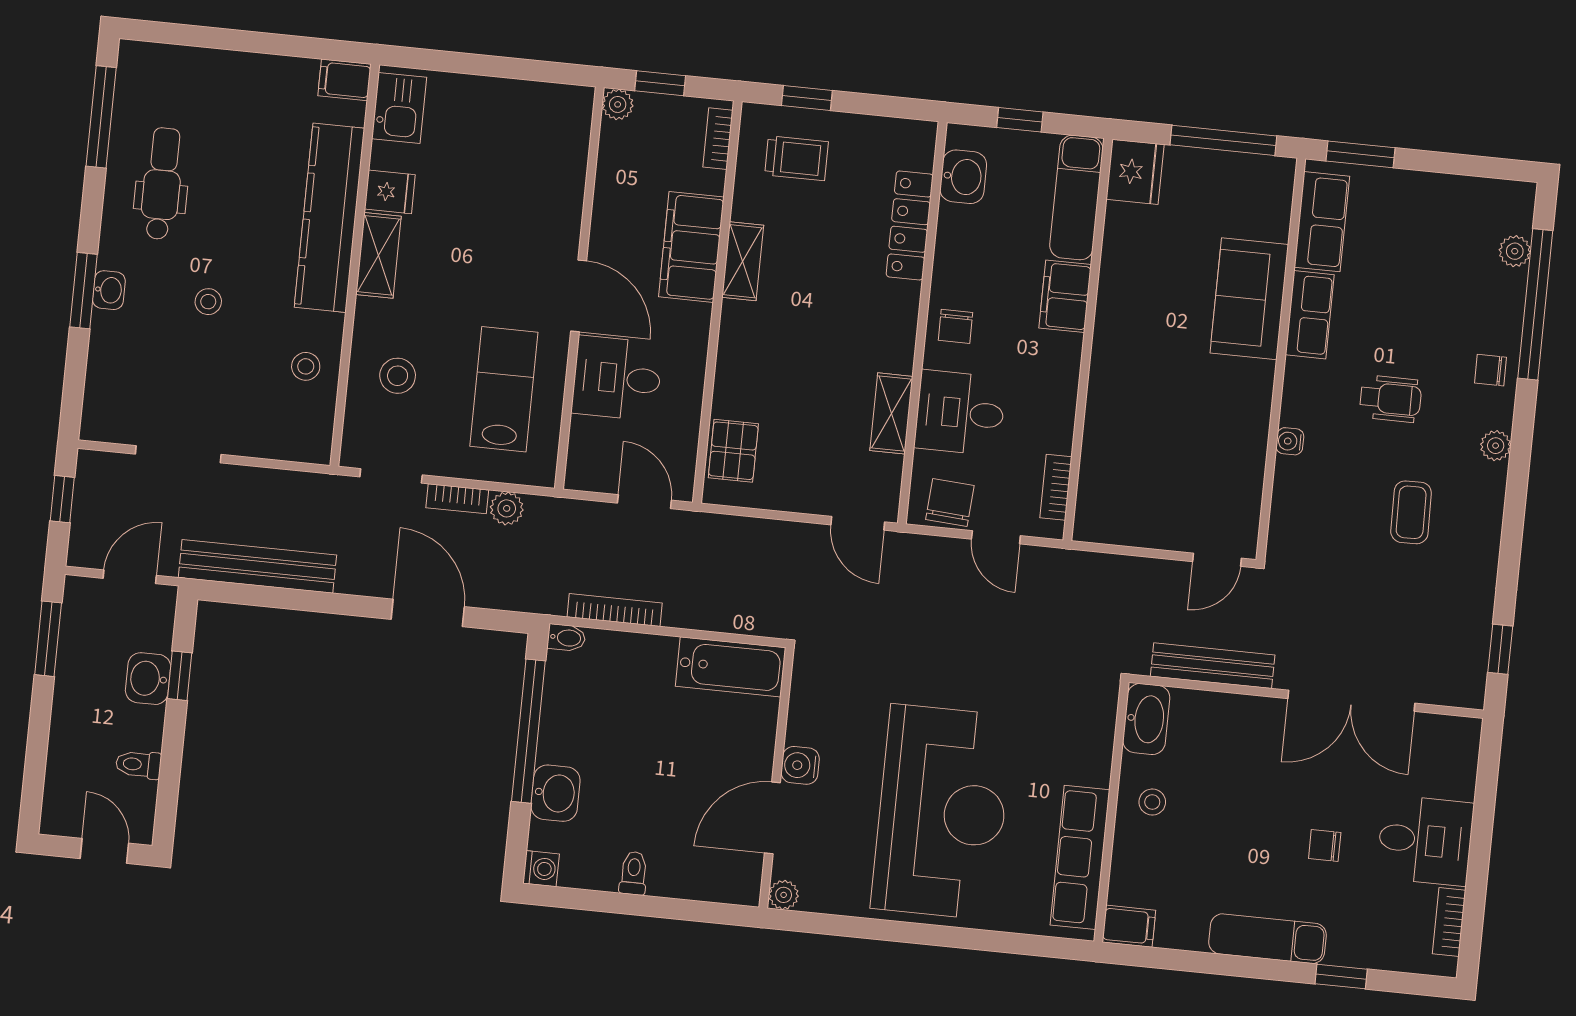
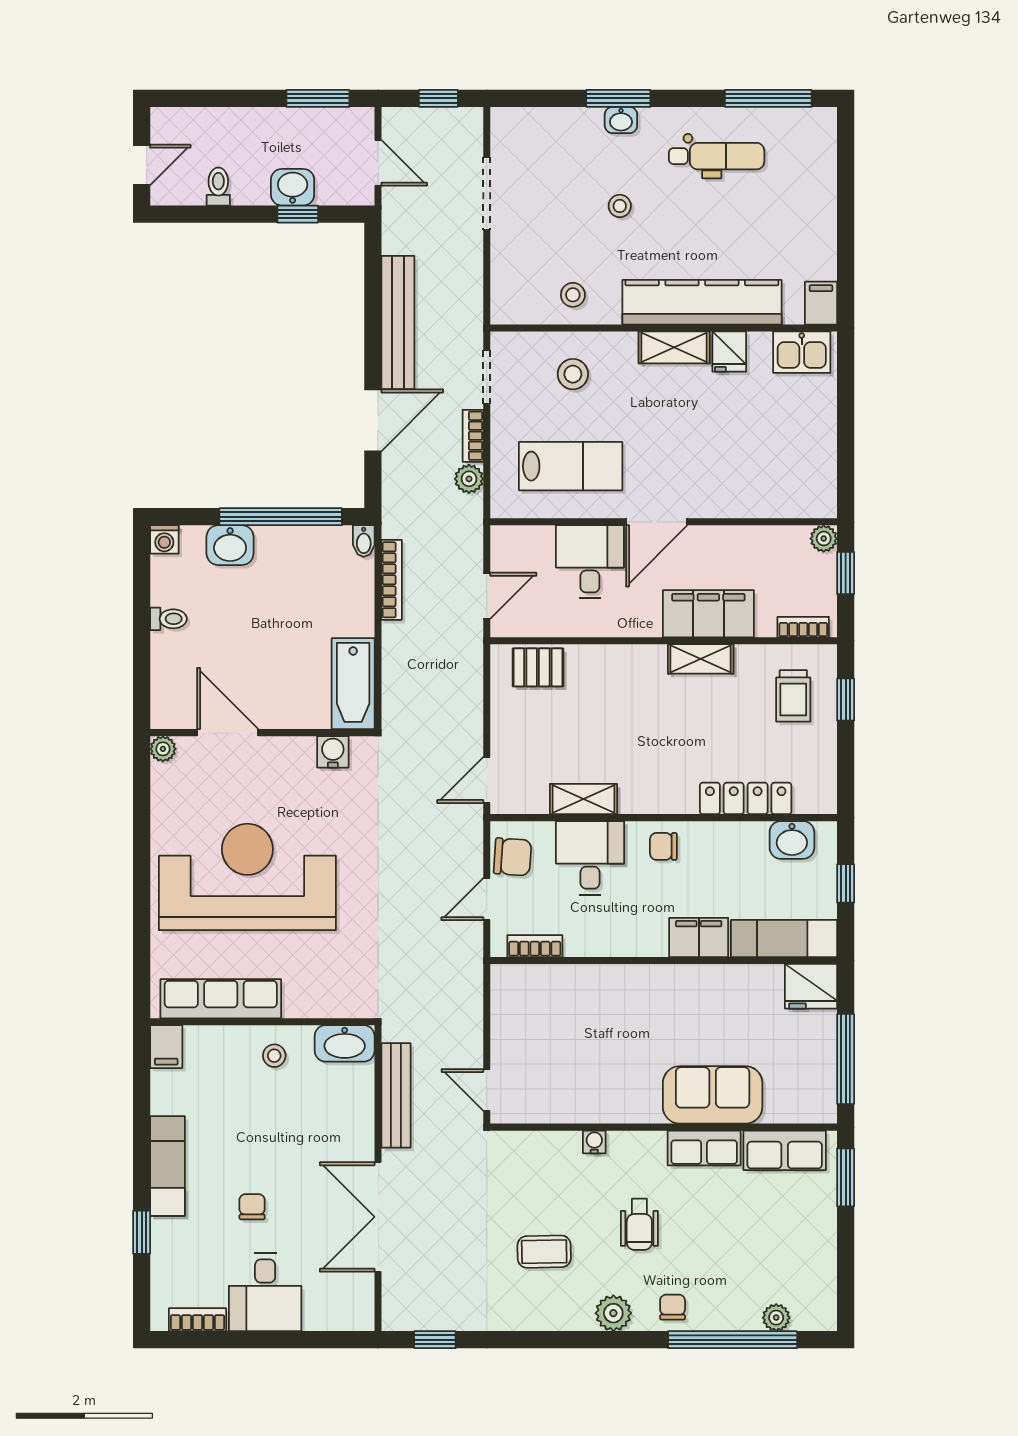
plant: (1496, 446) -> (613, 1313), width x1.38, depth x1.38
bench: (257, 566) -> (398, 323), moved
water cooler: (800, 765) -> (333, 752), moved
reception desk: (942, 812) -> (247, 877), turned 180

